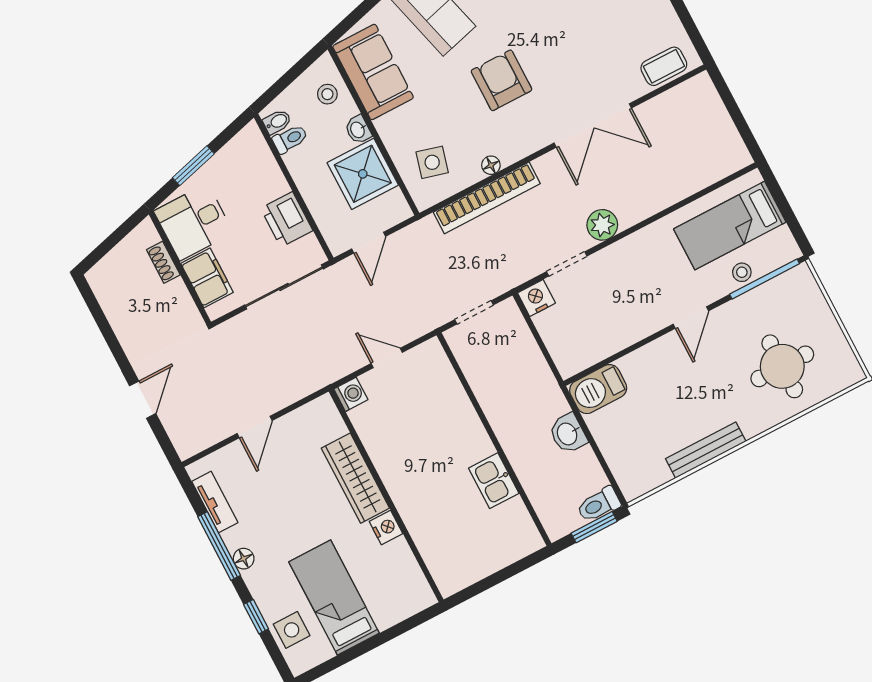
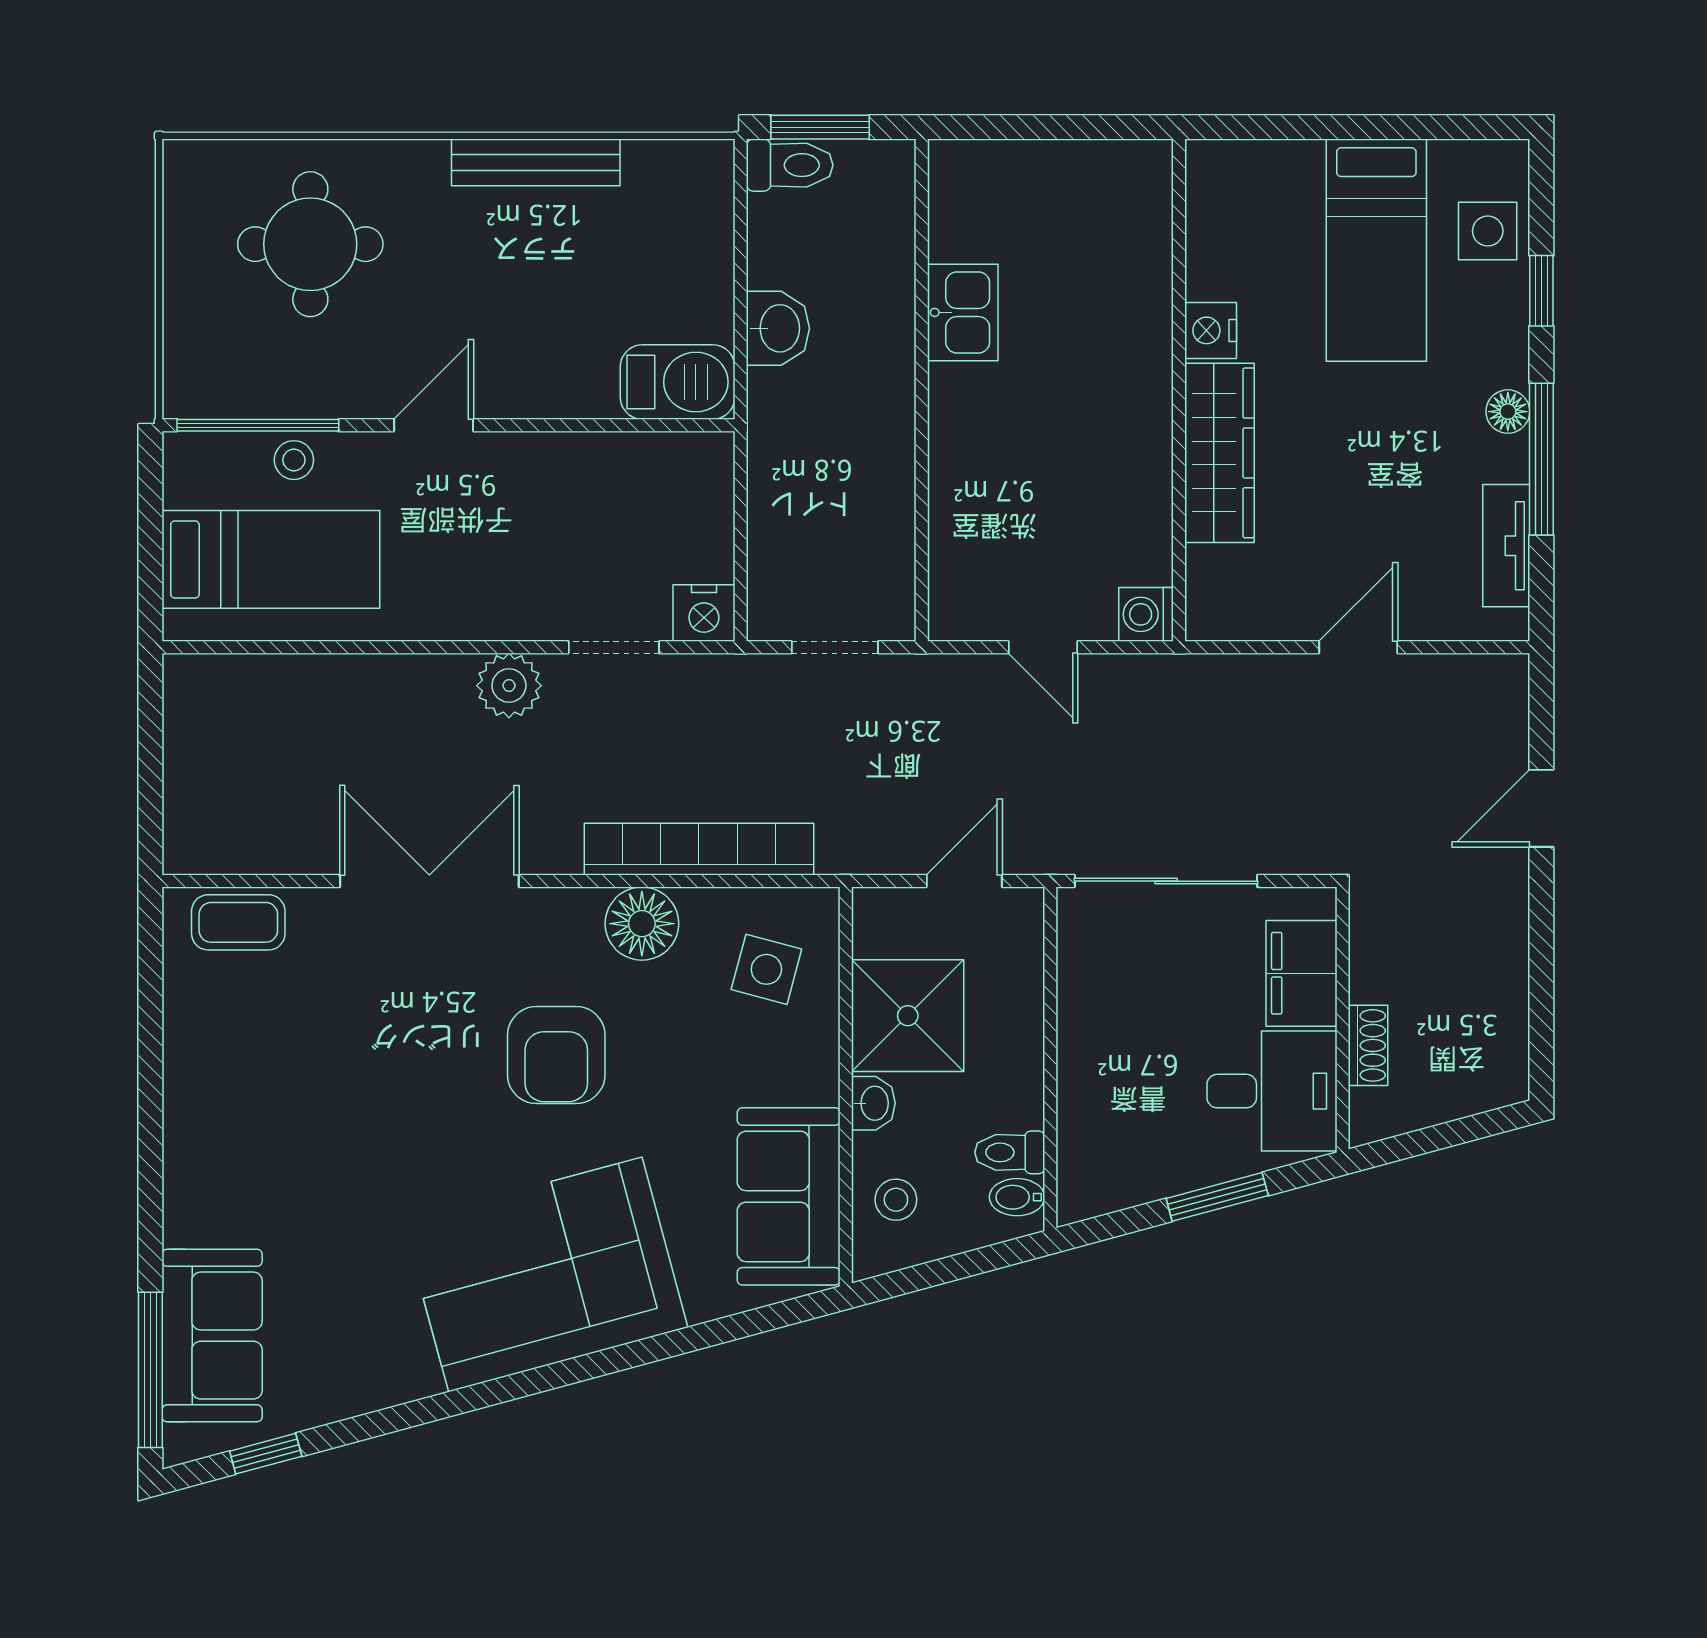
floor lamp: (491, 165) -> (642, 924), width x1.89, depth x1.89
printer: (287, 219) -> (1095, 1005), removed

